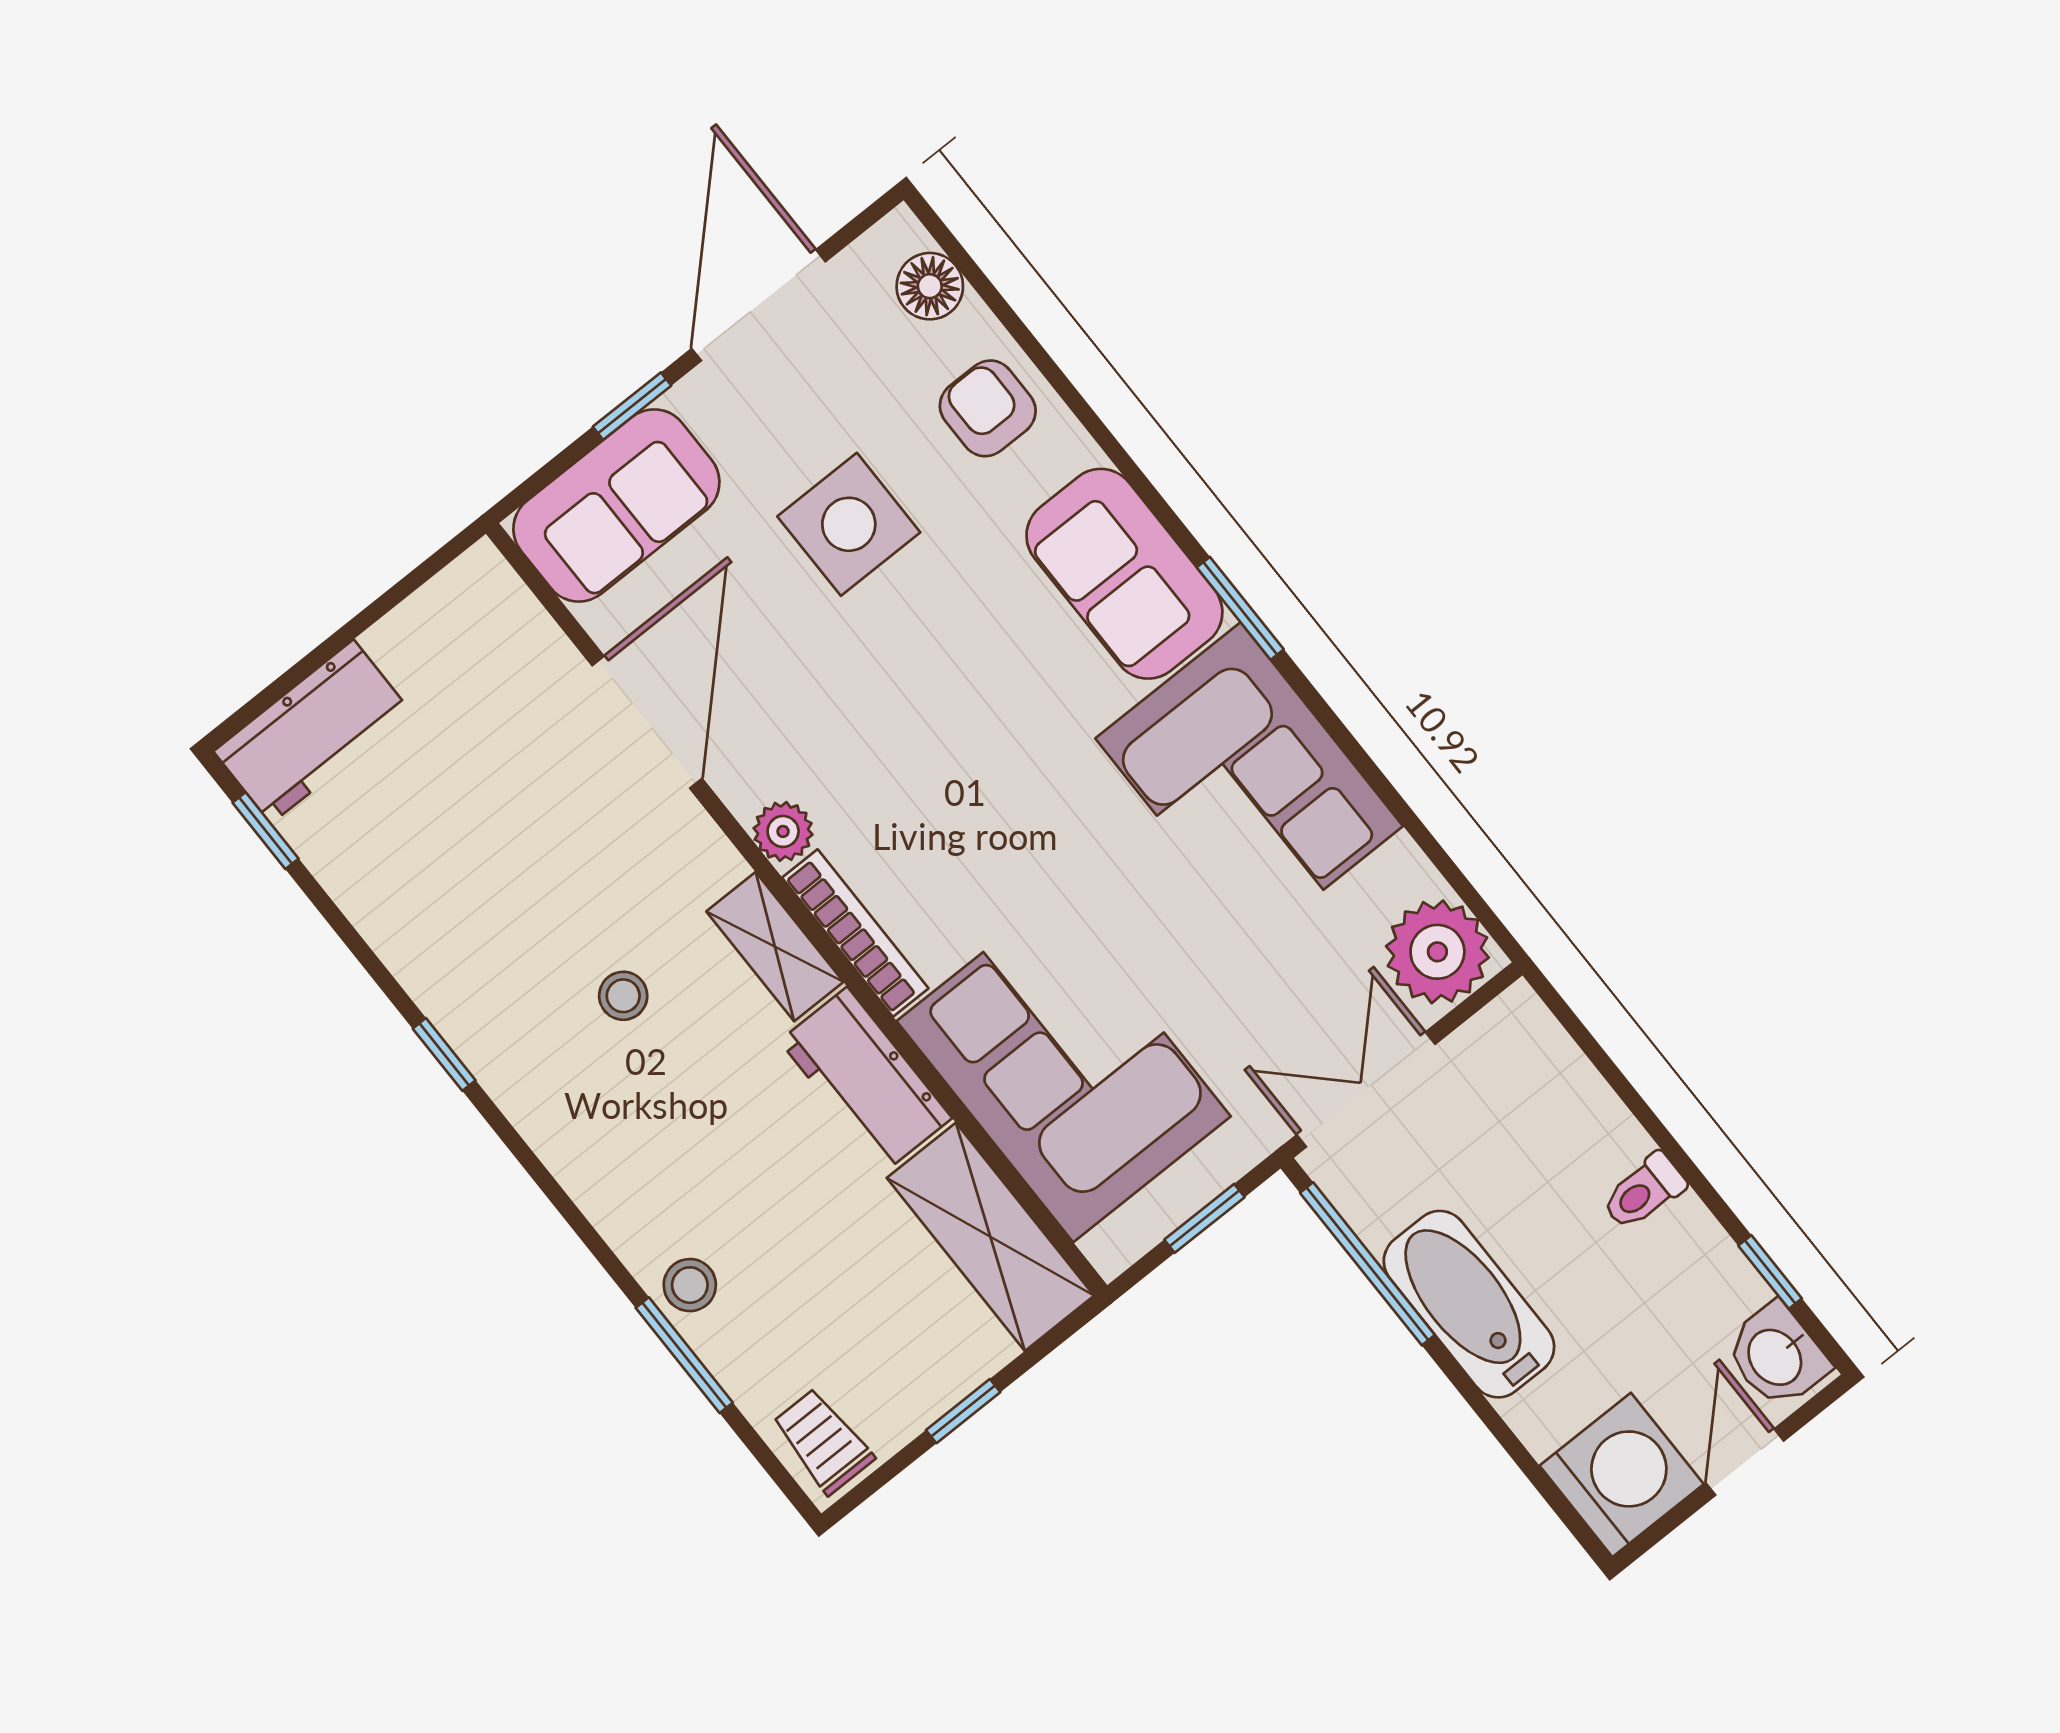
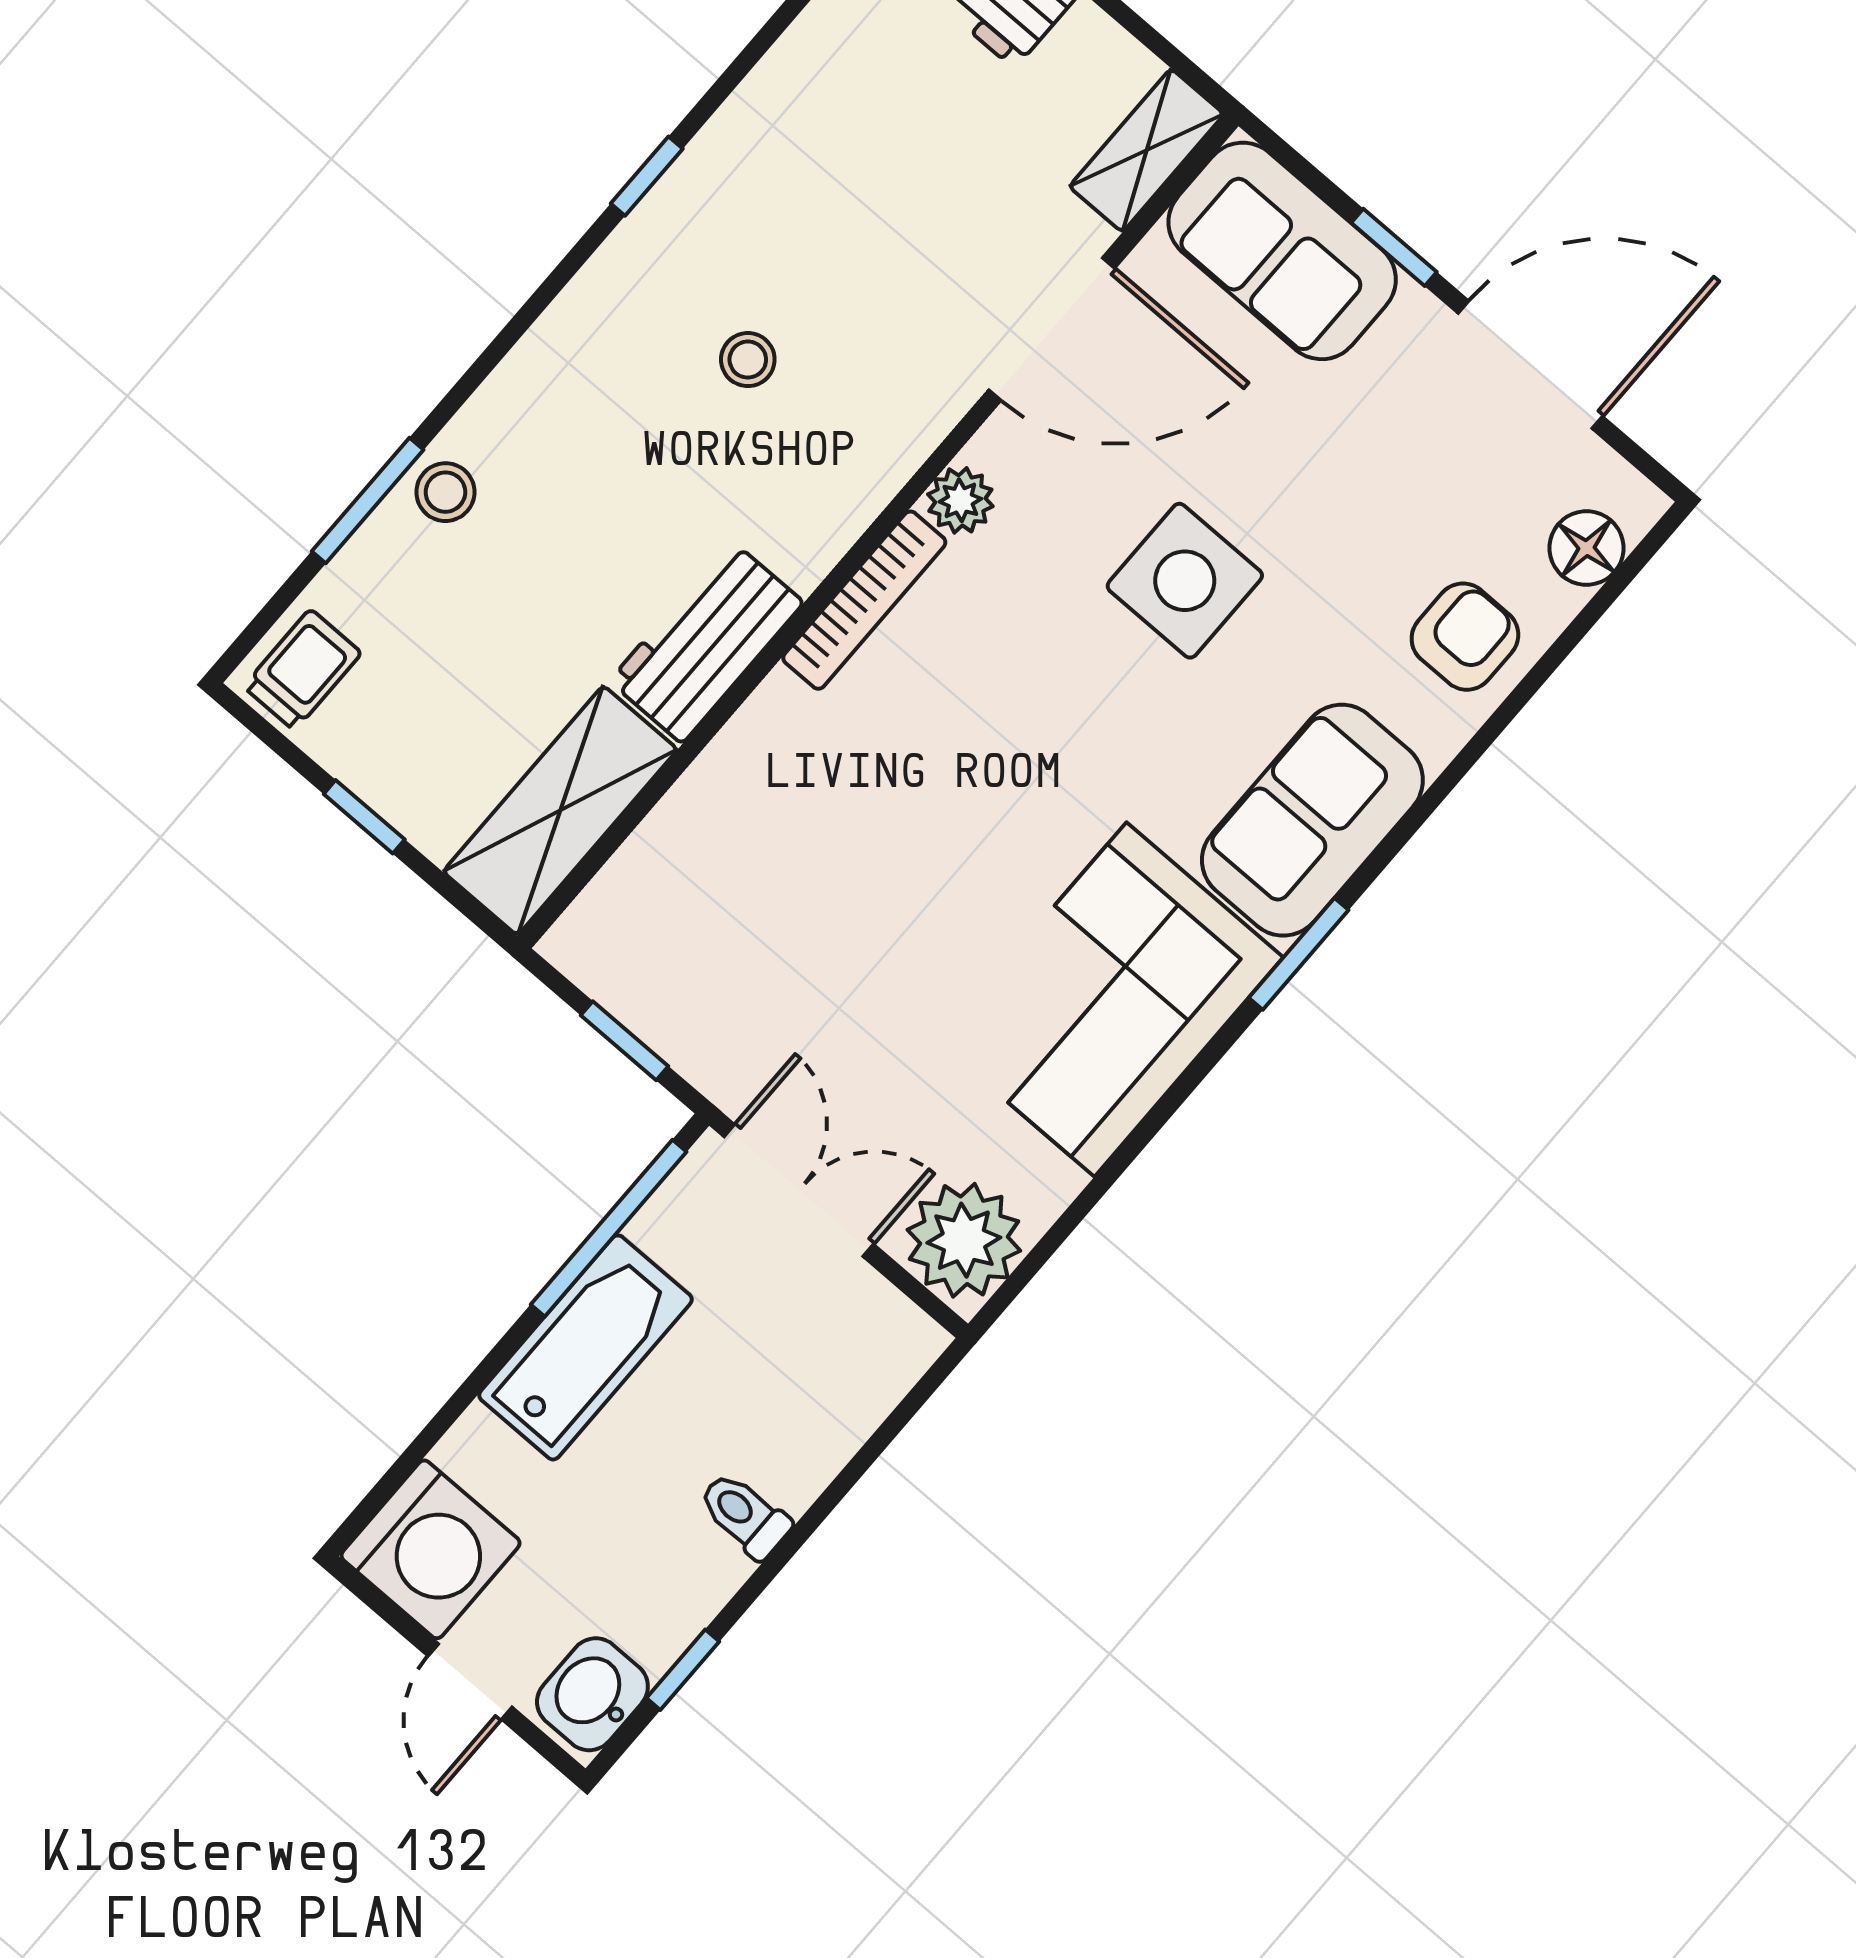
side table: (849, 524) -> (1185, 581), moved
shelving: (775, 947) -> (1147, 150), moved
corner sofa: (1064, 1069) -> (759, 856), removed
door: (1745, 1462) -> (470, 1682), swing flipped

